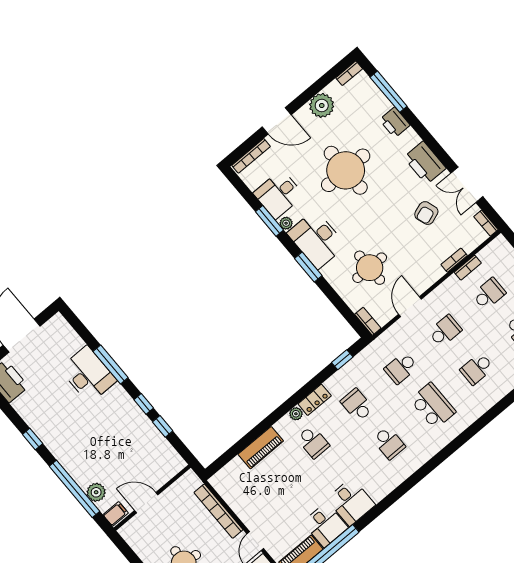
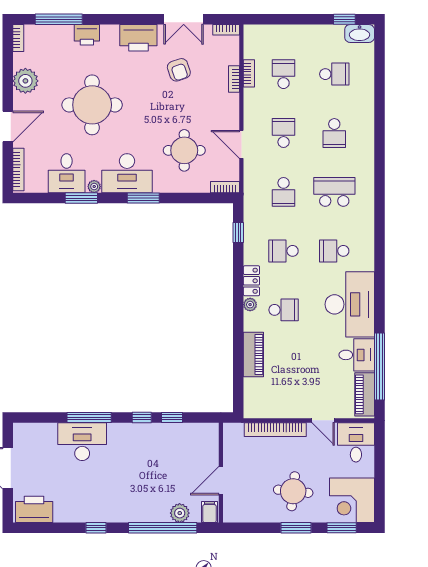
school desk: (389, 443) -> (334, 251), turned 180
desk: (351, 502) -> (350, 304), width x1.87, depth x1.30

